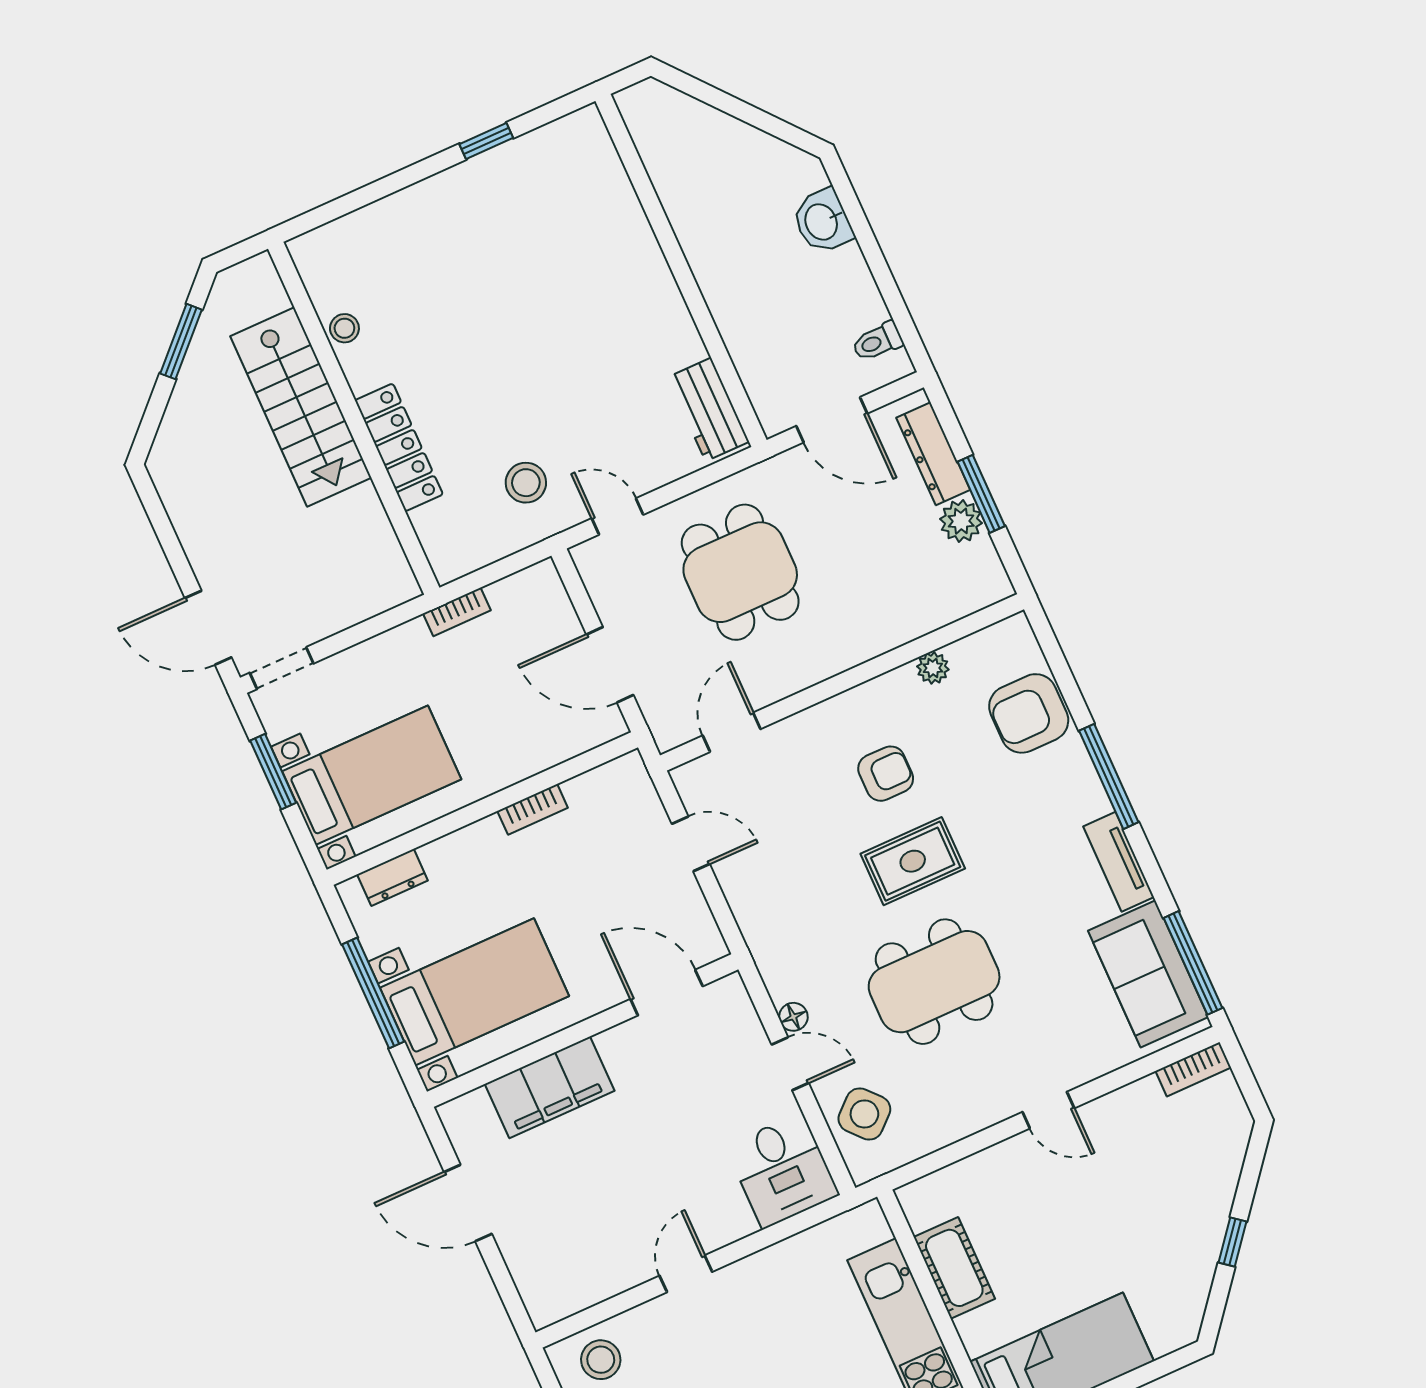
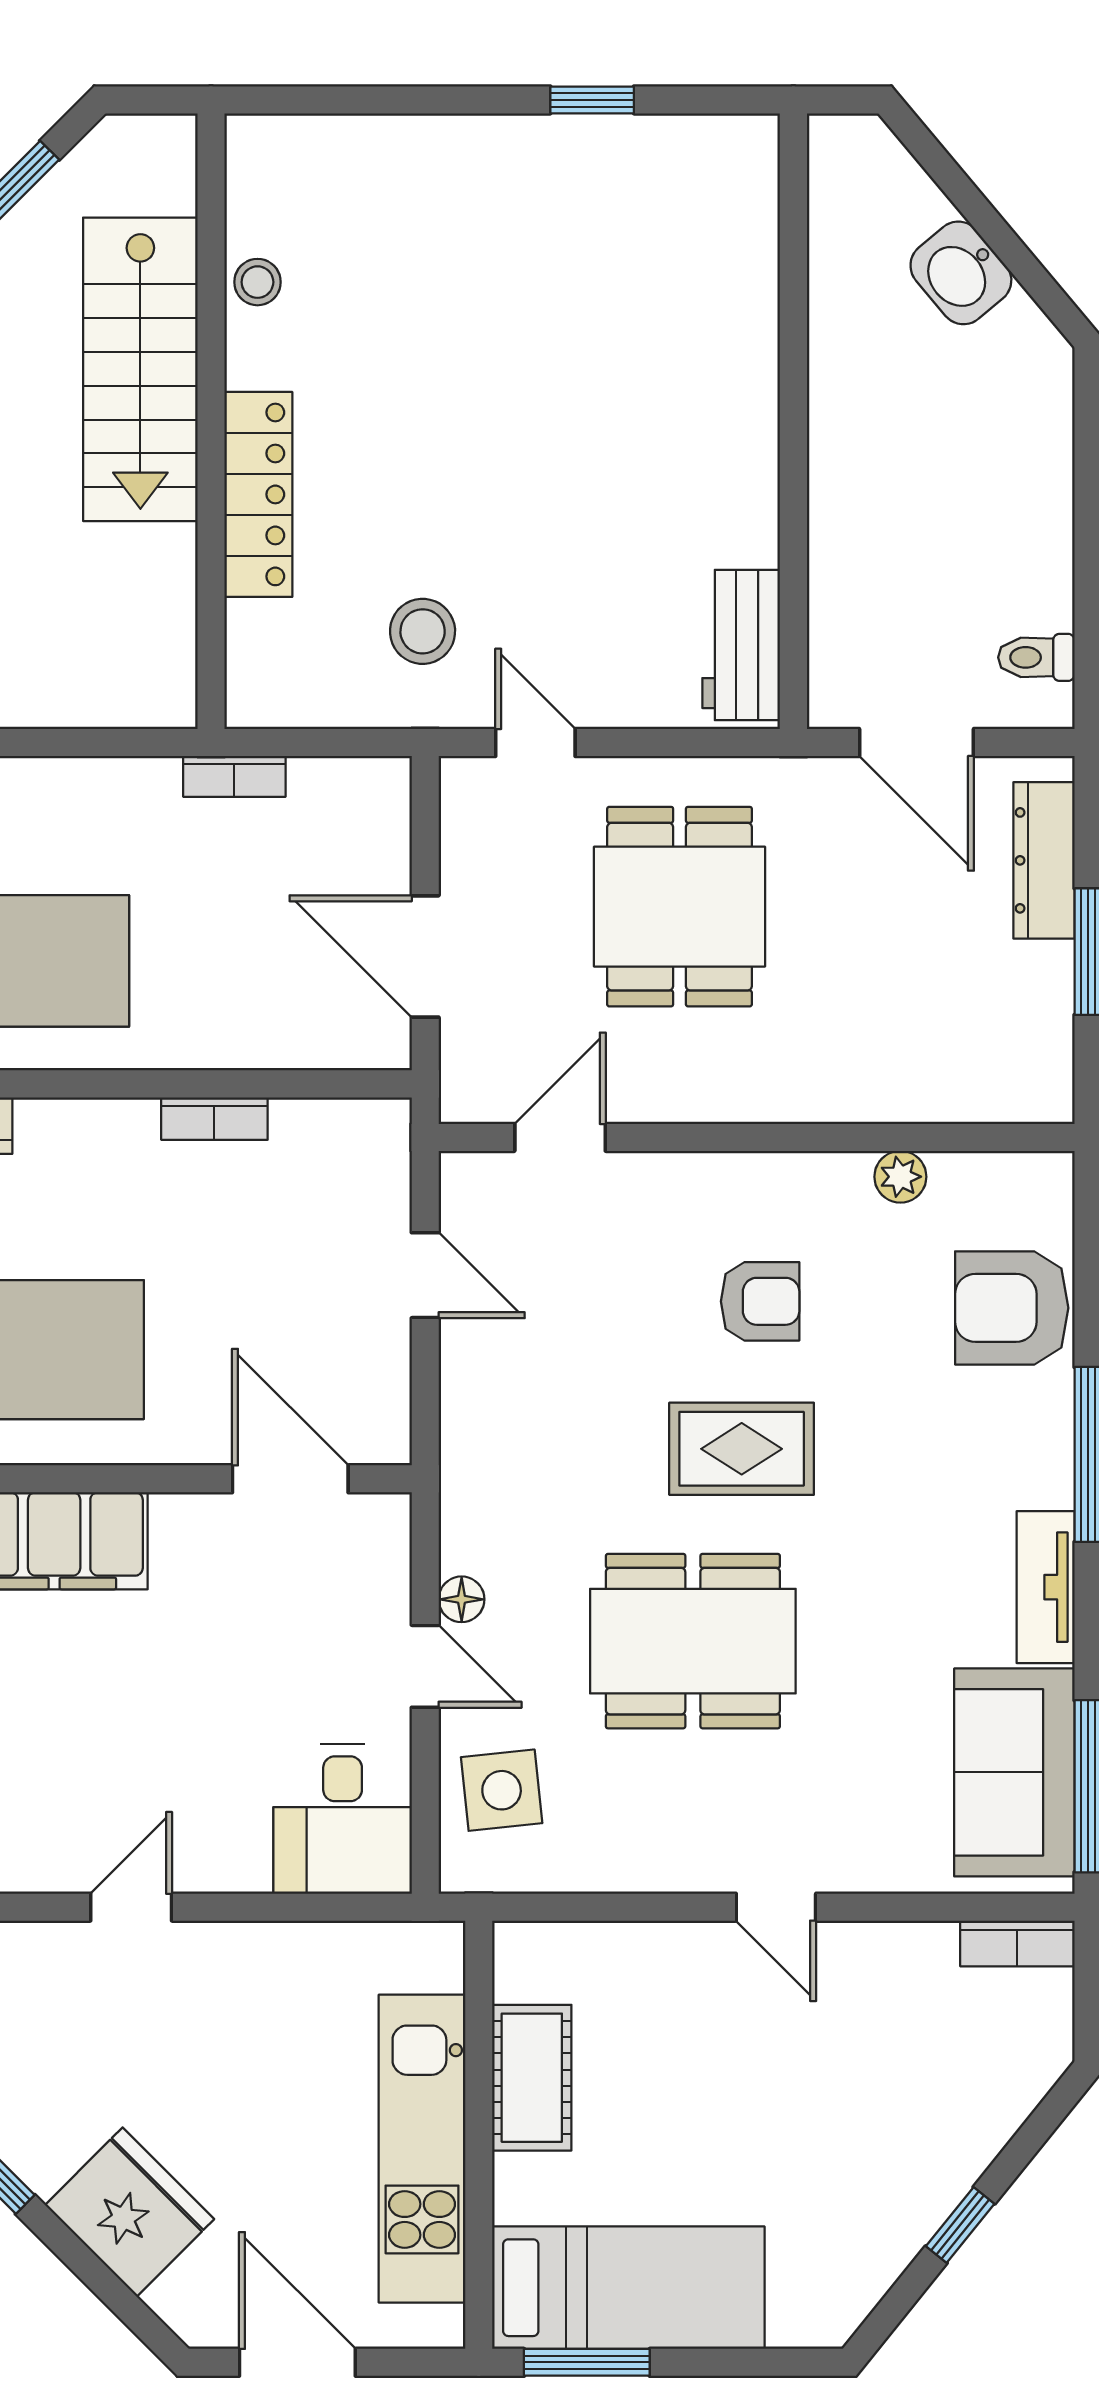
washbasin: (822, 221) -> (961, 273), moved, turned -40
plant: (961, 521) -> (1040, 978), removed
side table: (864, 1114) -> (502, 1790), turned 36

